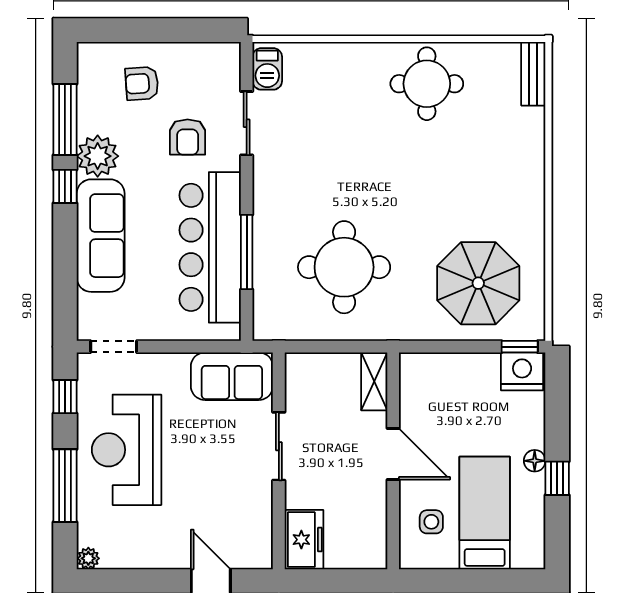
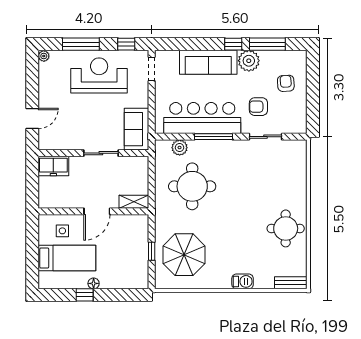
barbecue: (267, 69) -> (243, 281), moved, turned 180
window: (247, 252) -> (214, 137), moved
plant: (268, 292) -> (180, 148), added
window: (520, 347) -> (152, 251), moved
nightstand: (522, 371) -> (139, 277), removed

